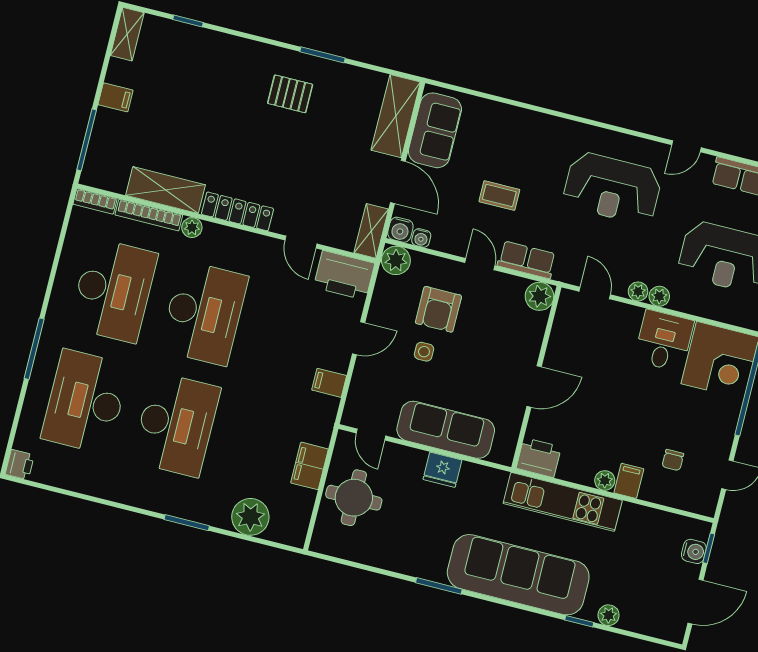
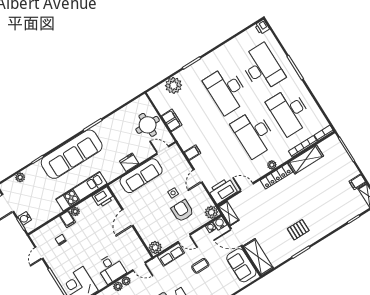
filing cabinet: (116, 97) -> (357, 182), moved
plant: (192, 228) -> (272, 165), moved
desk: (664, 341) -> (111, 269), moved
plant: (609, 615) -> (20, 177), moved

